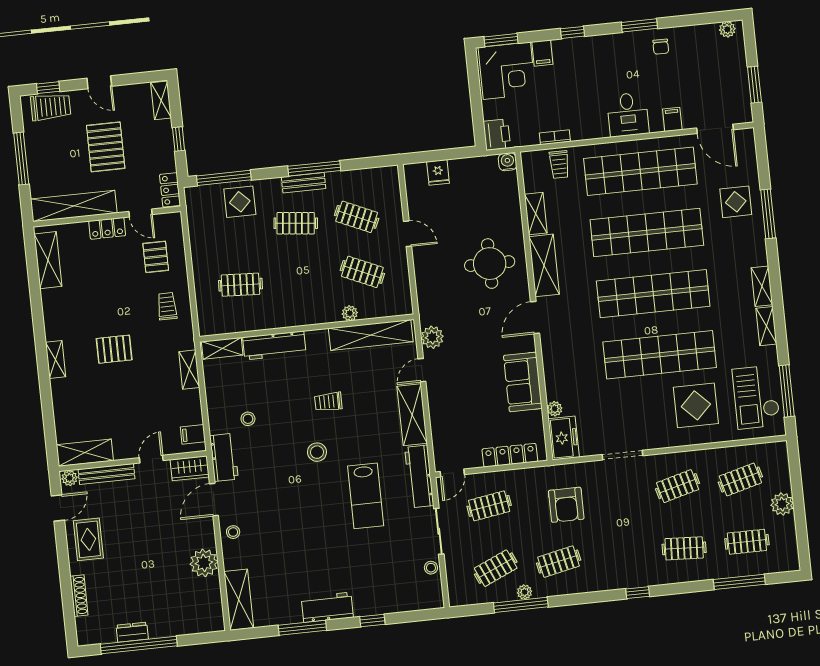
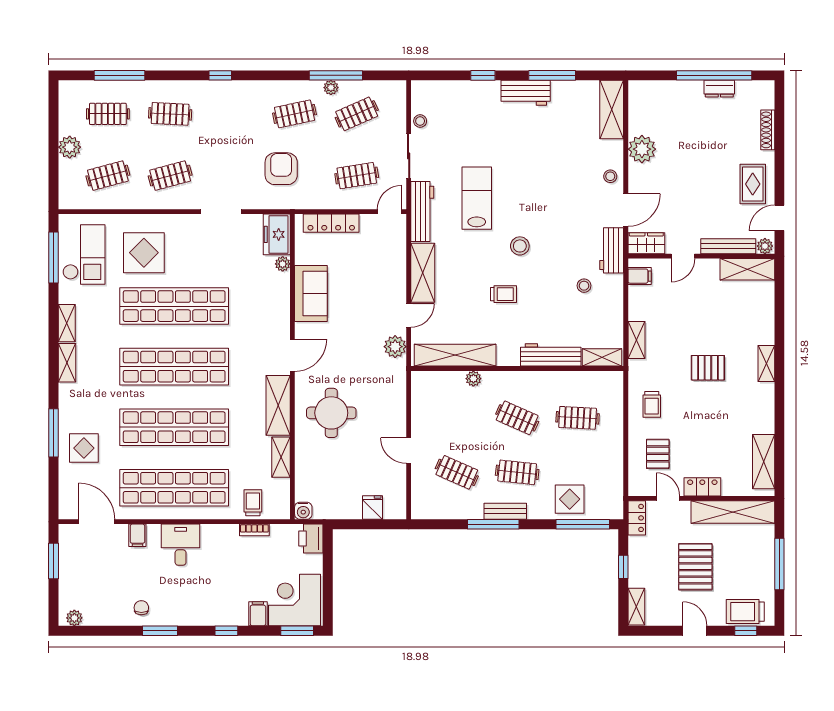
clothes rail: (362, 272) -> (517, 418), moved

